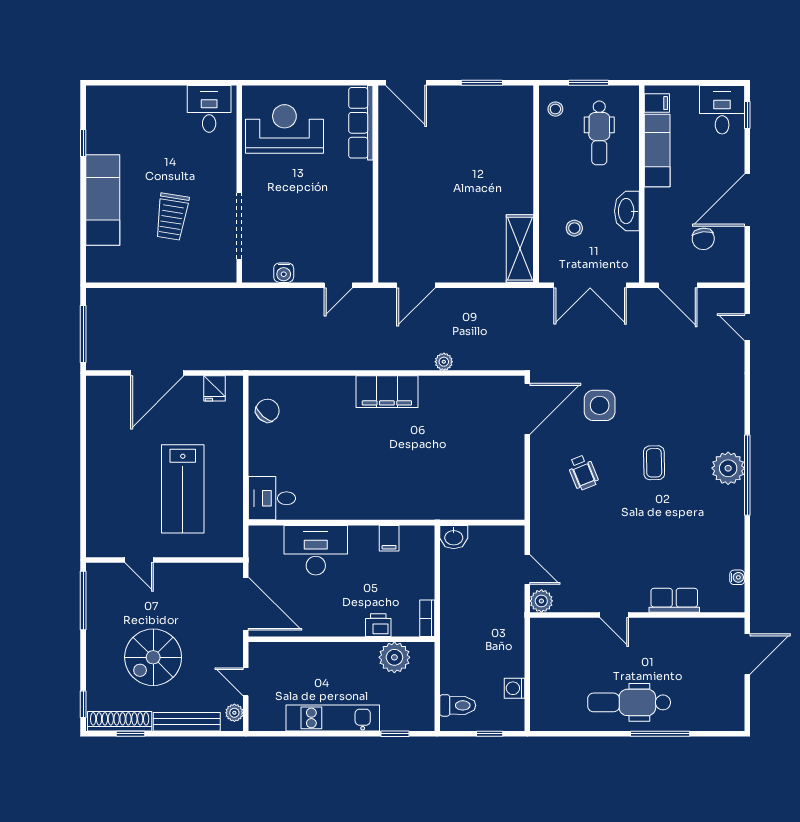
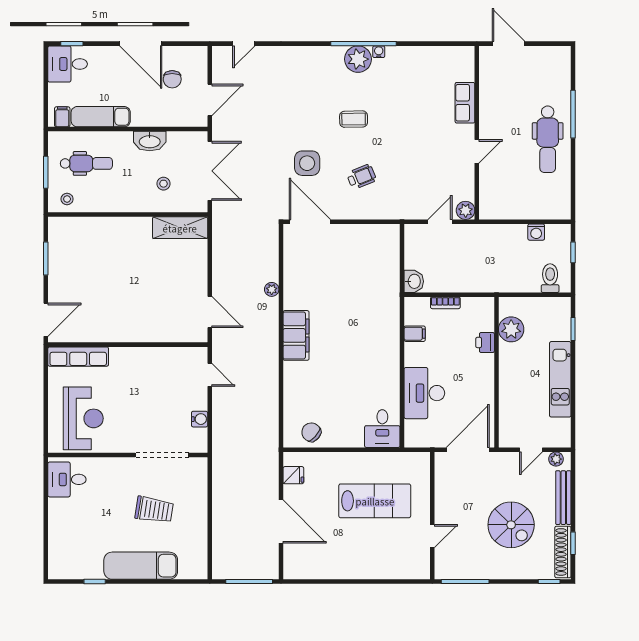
reception desk: (284, 129) -> (83, 418), turned 180
chair: (703, 239) -> (172, 79), turned 96
water cooler: (737, 577) -> (379, 52), moved
bookcase: (427, 618) -> (445, 303), moved

